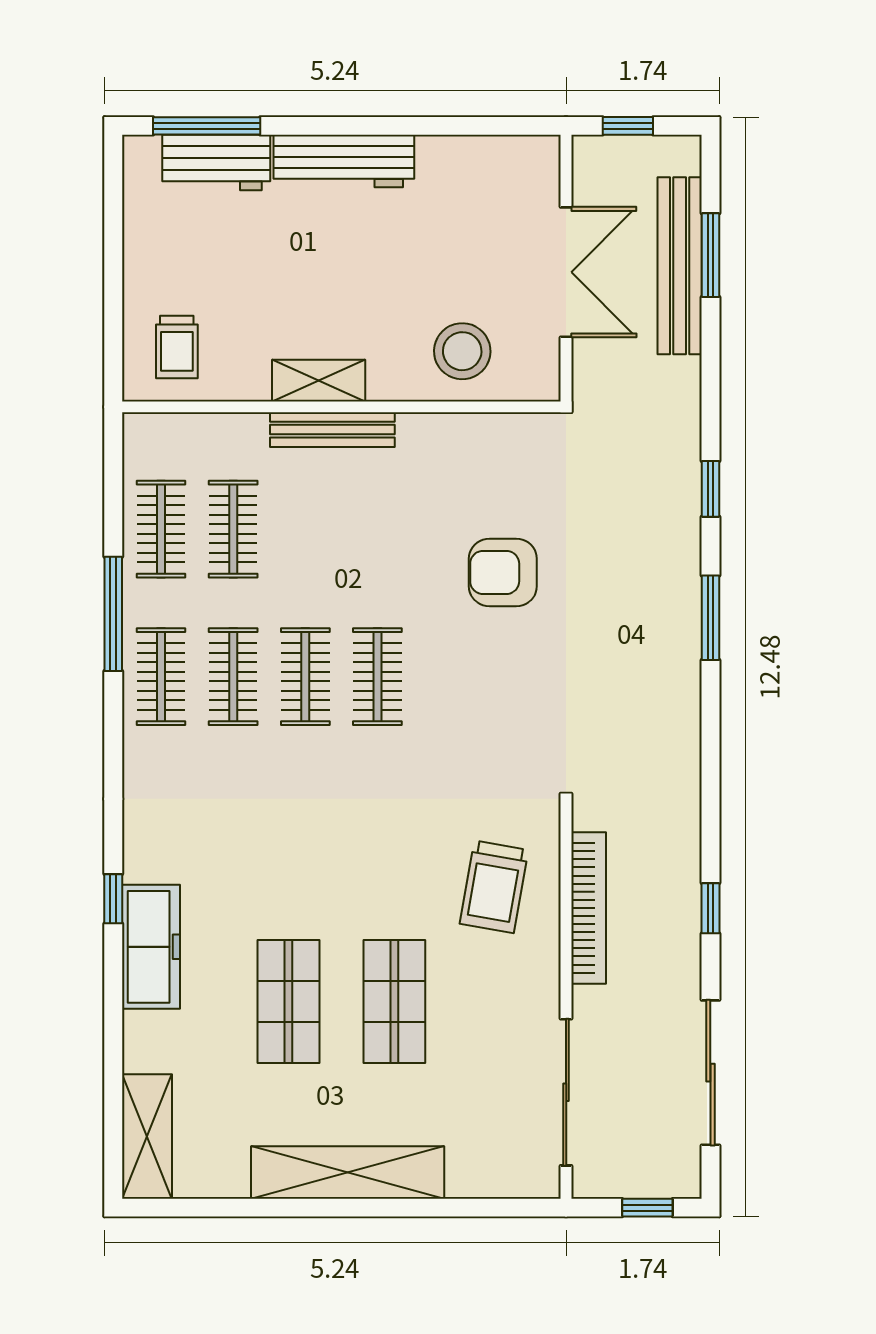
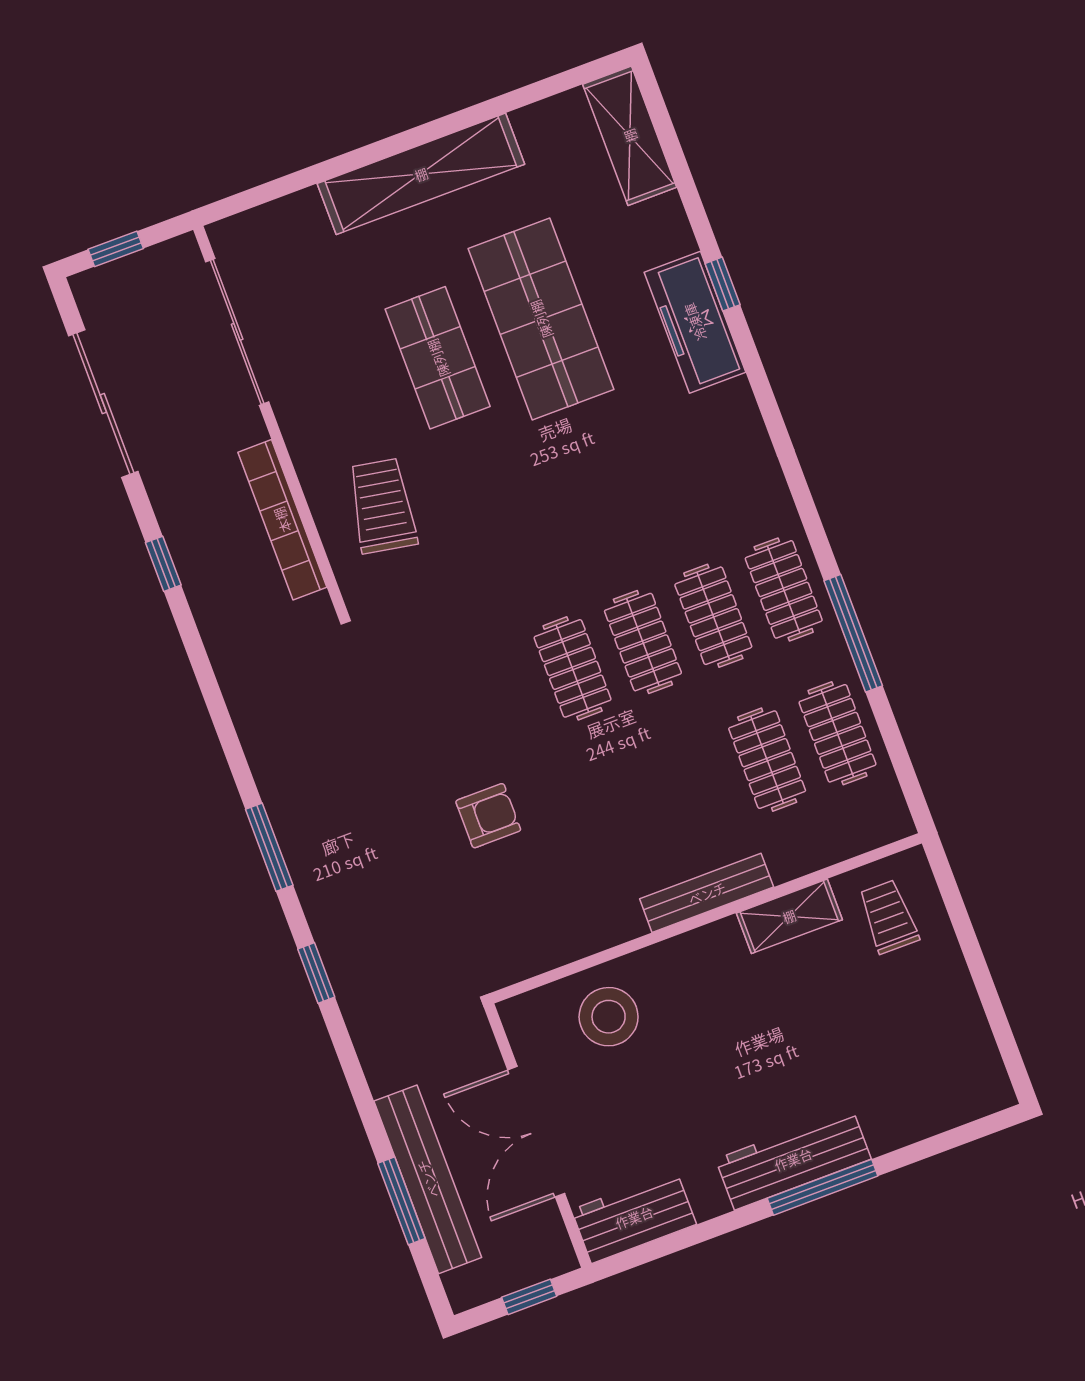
window: (207, 126) -> (823, 1187), moved
workbench: (216, 163) -> (634, 1217), moved
shelving: (319, 381) -> (789, 916), moved
armchair: (503, 572) -> (488, 816), width x0.72, depth x0.72
window: (113, 899) -> (723, 284), moved
shop shelf: (288, 1001) -> (541, 319), width x1.43, depth x1.36

